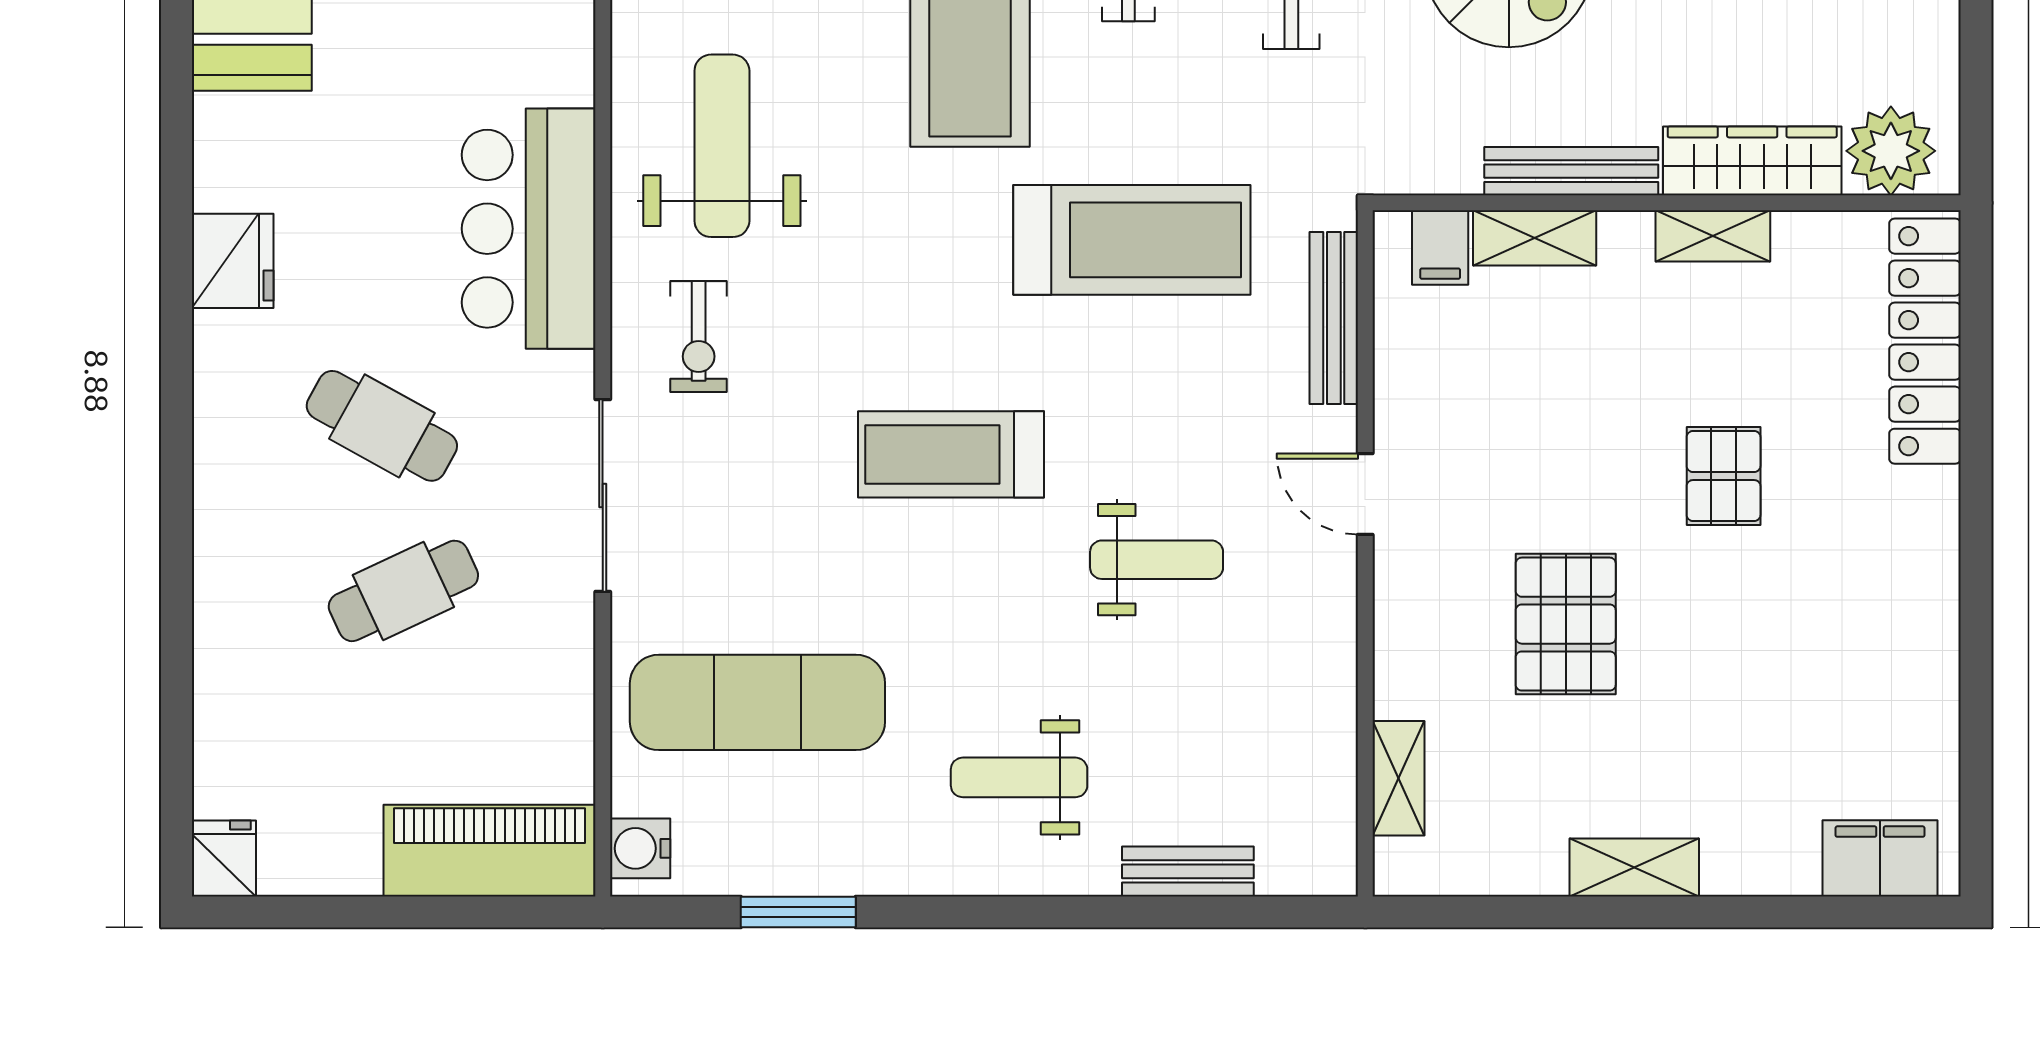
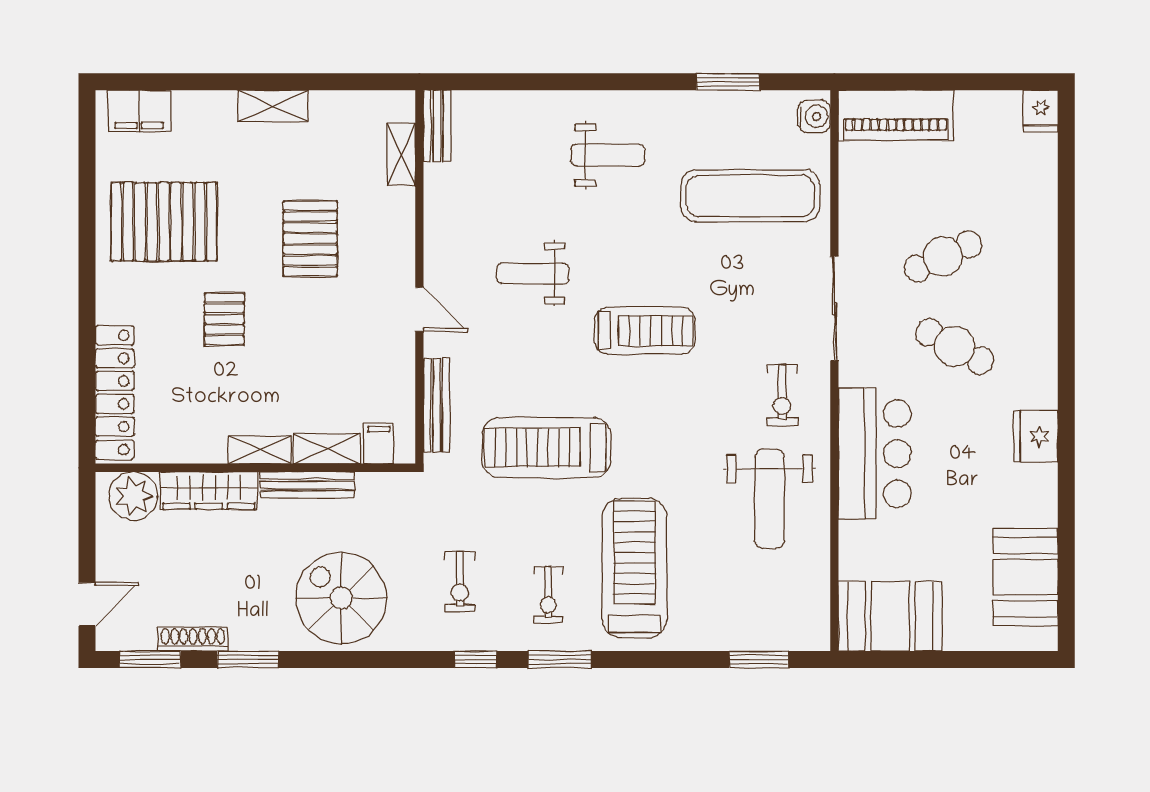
shelving: (1713, 236) -> (260, 450), moved
exercise bike: (699, 336) -> (782, 395), turned 180
pallet: (1835, 655) -> (164, 222), added
bench: (1188, 871) -> (437, 126), moved, turned 90

